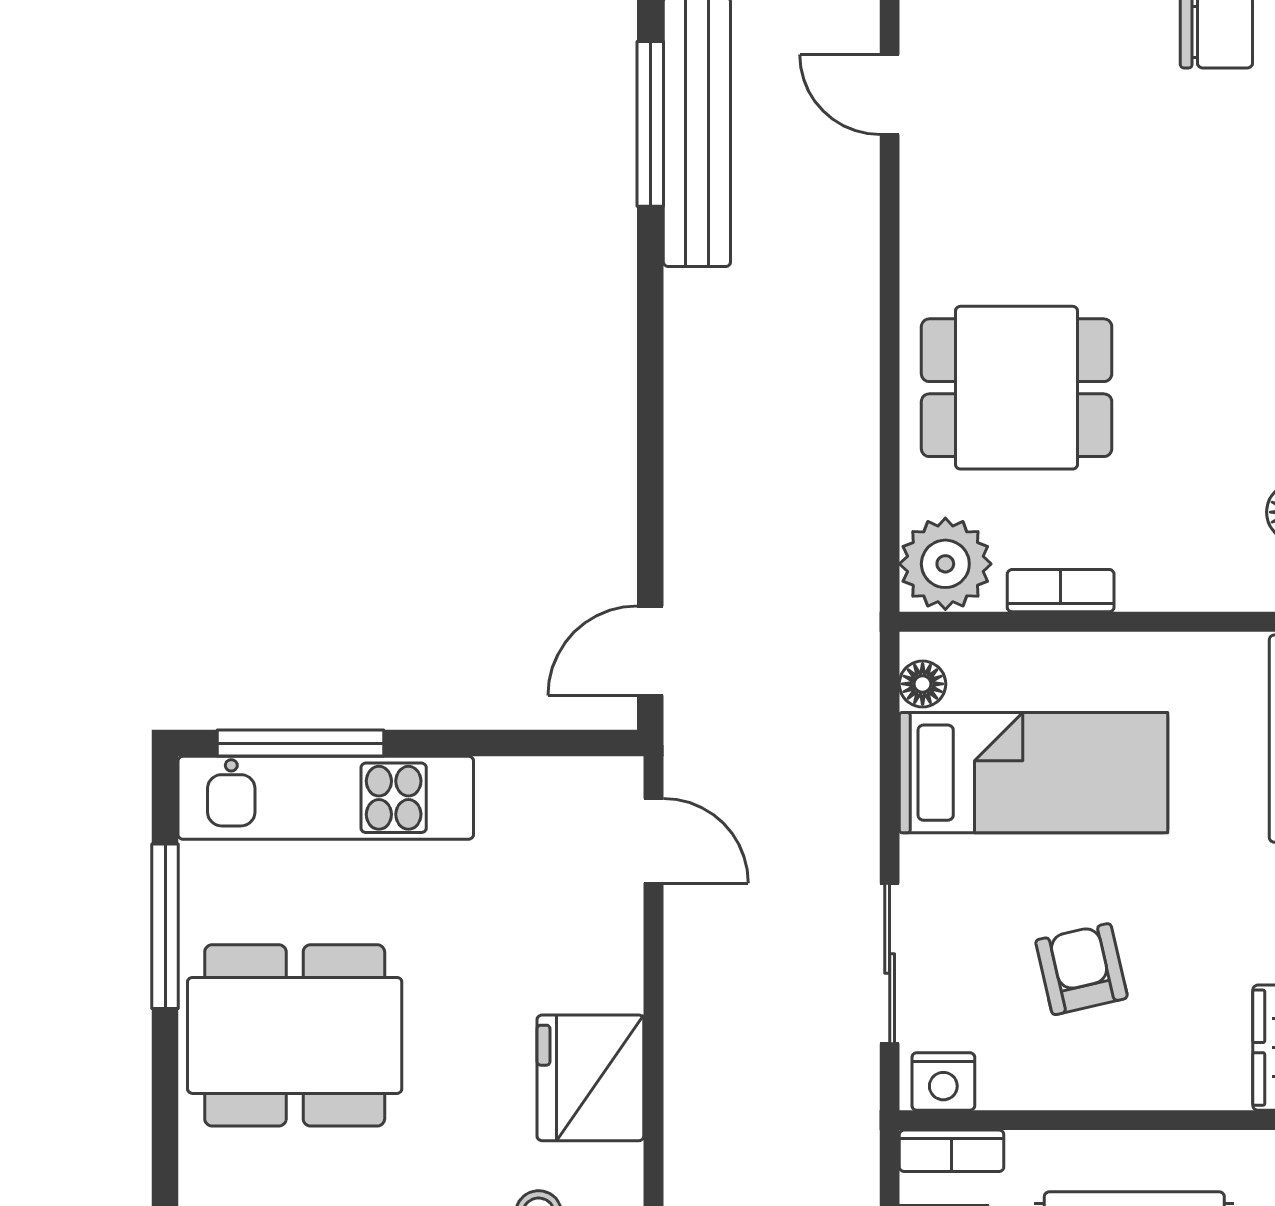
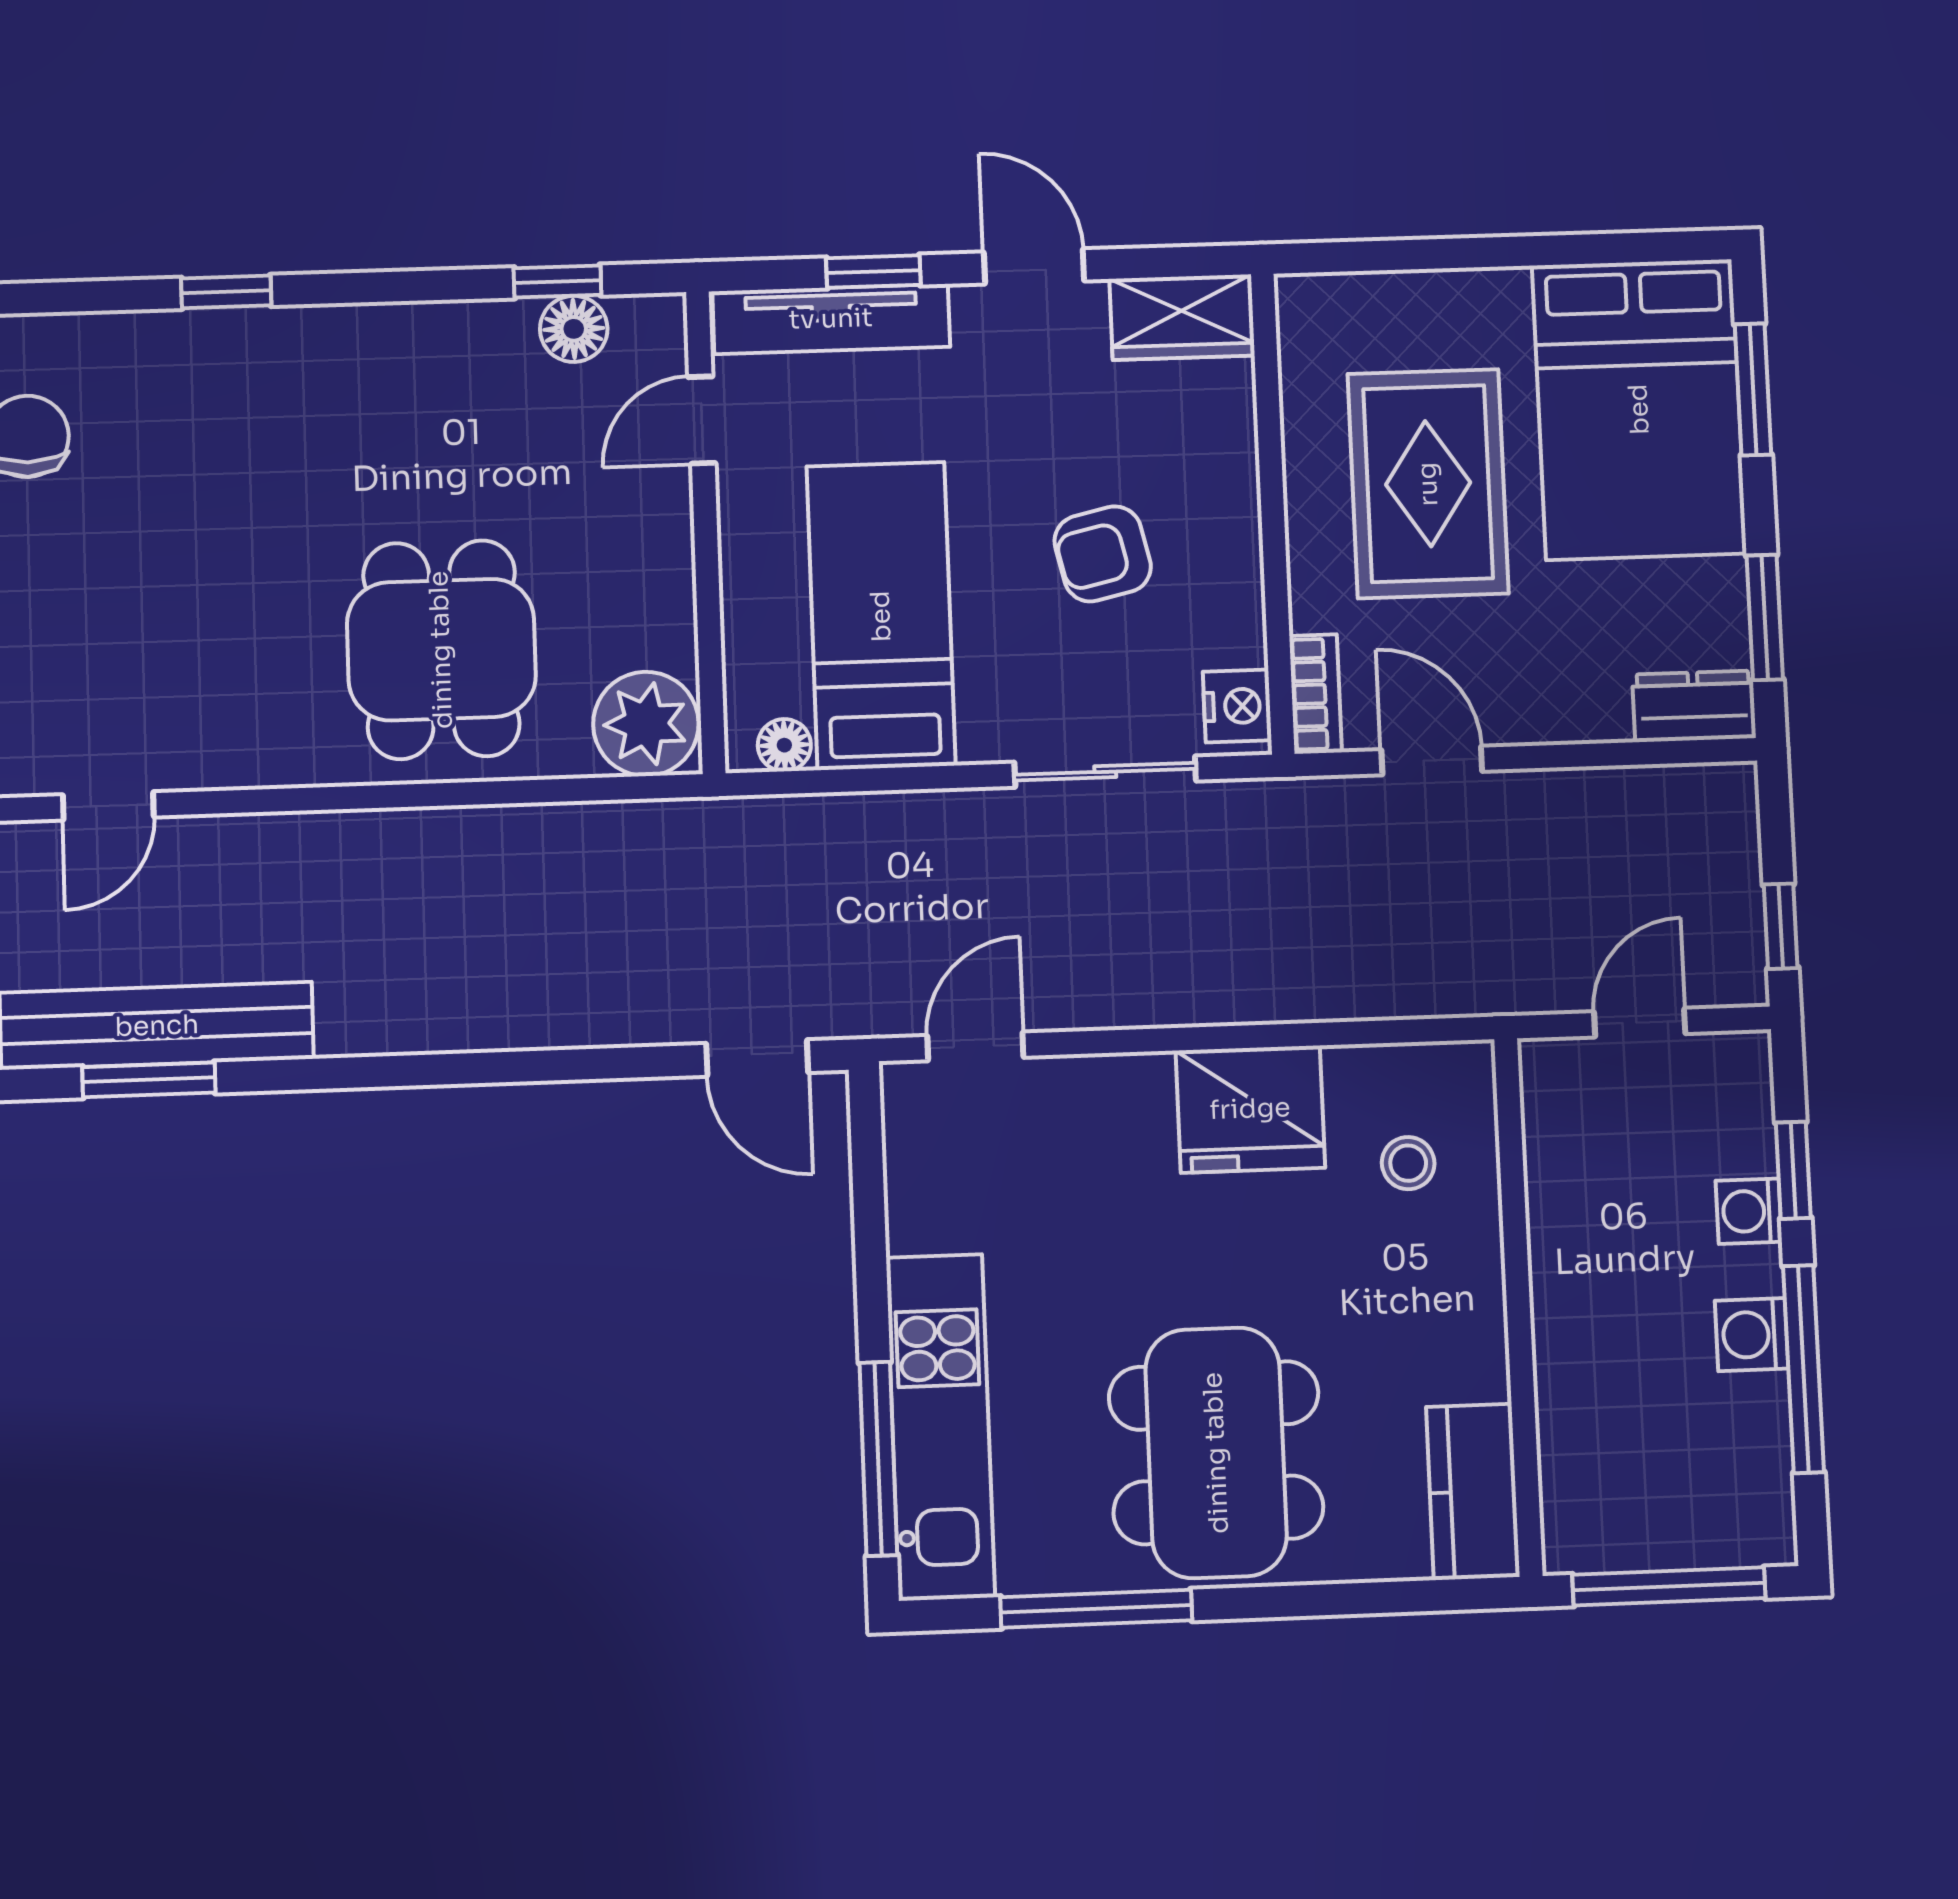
window: (650, 124) -> (149, 1080), width x0.69
bookcase: (1061, 591) -> (672, 592), removed
door: (1212, 622) -> (702, 420), added

